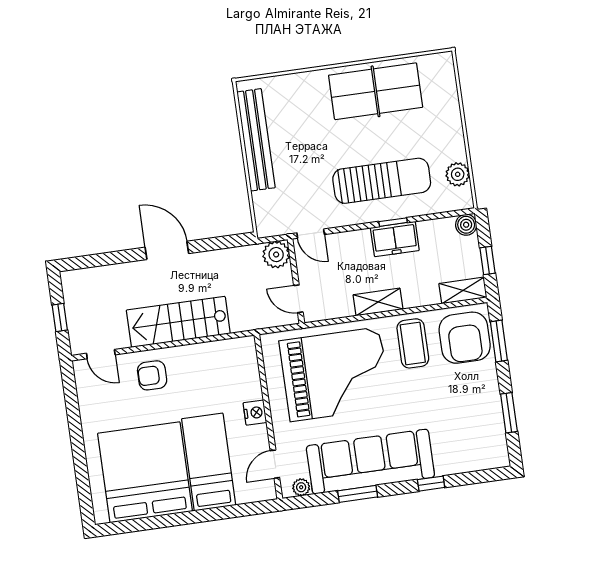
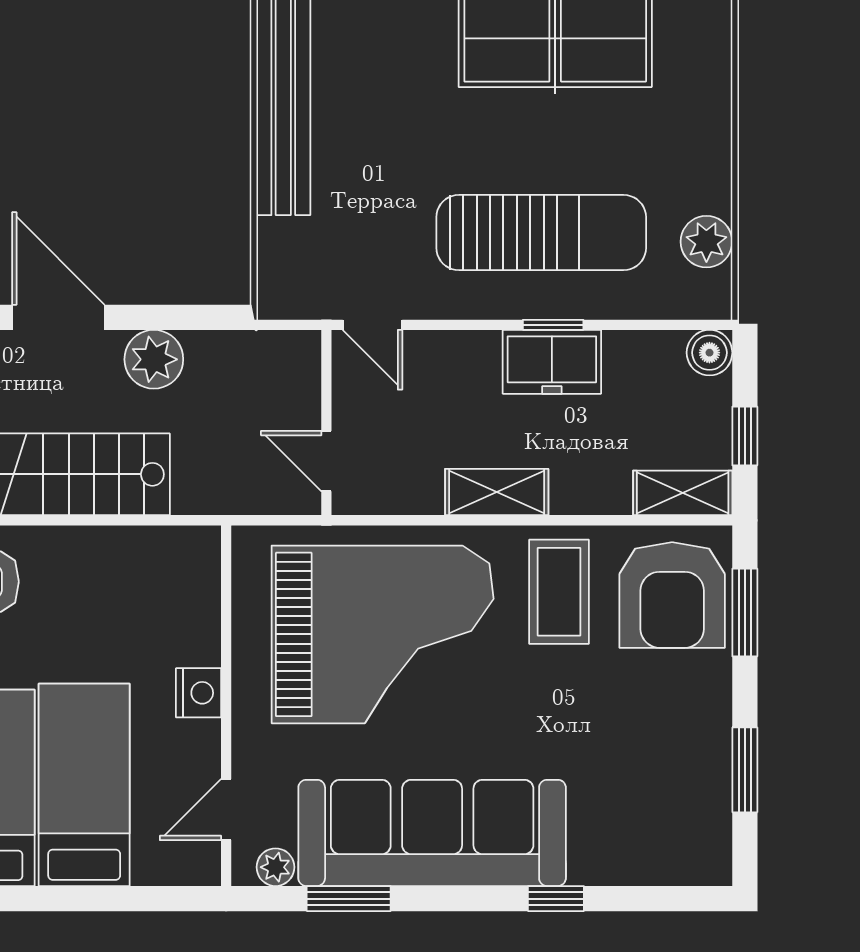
plant: (276, 255) -> (154, 359), moved
window: (358, 494) -> (349, 899), moved

